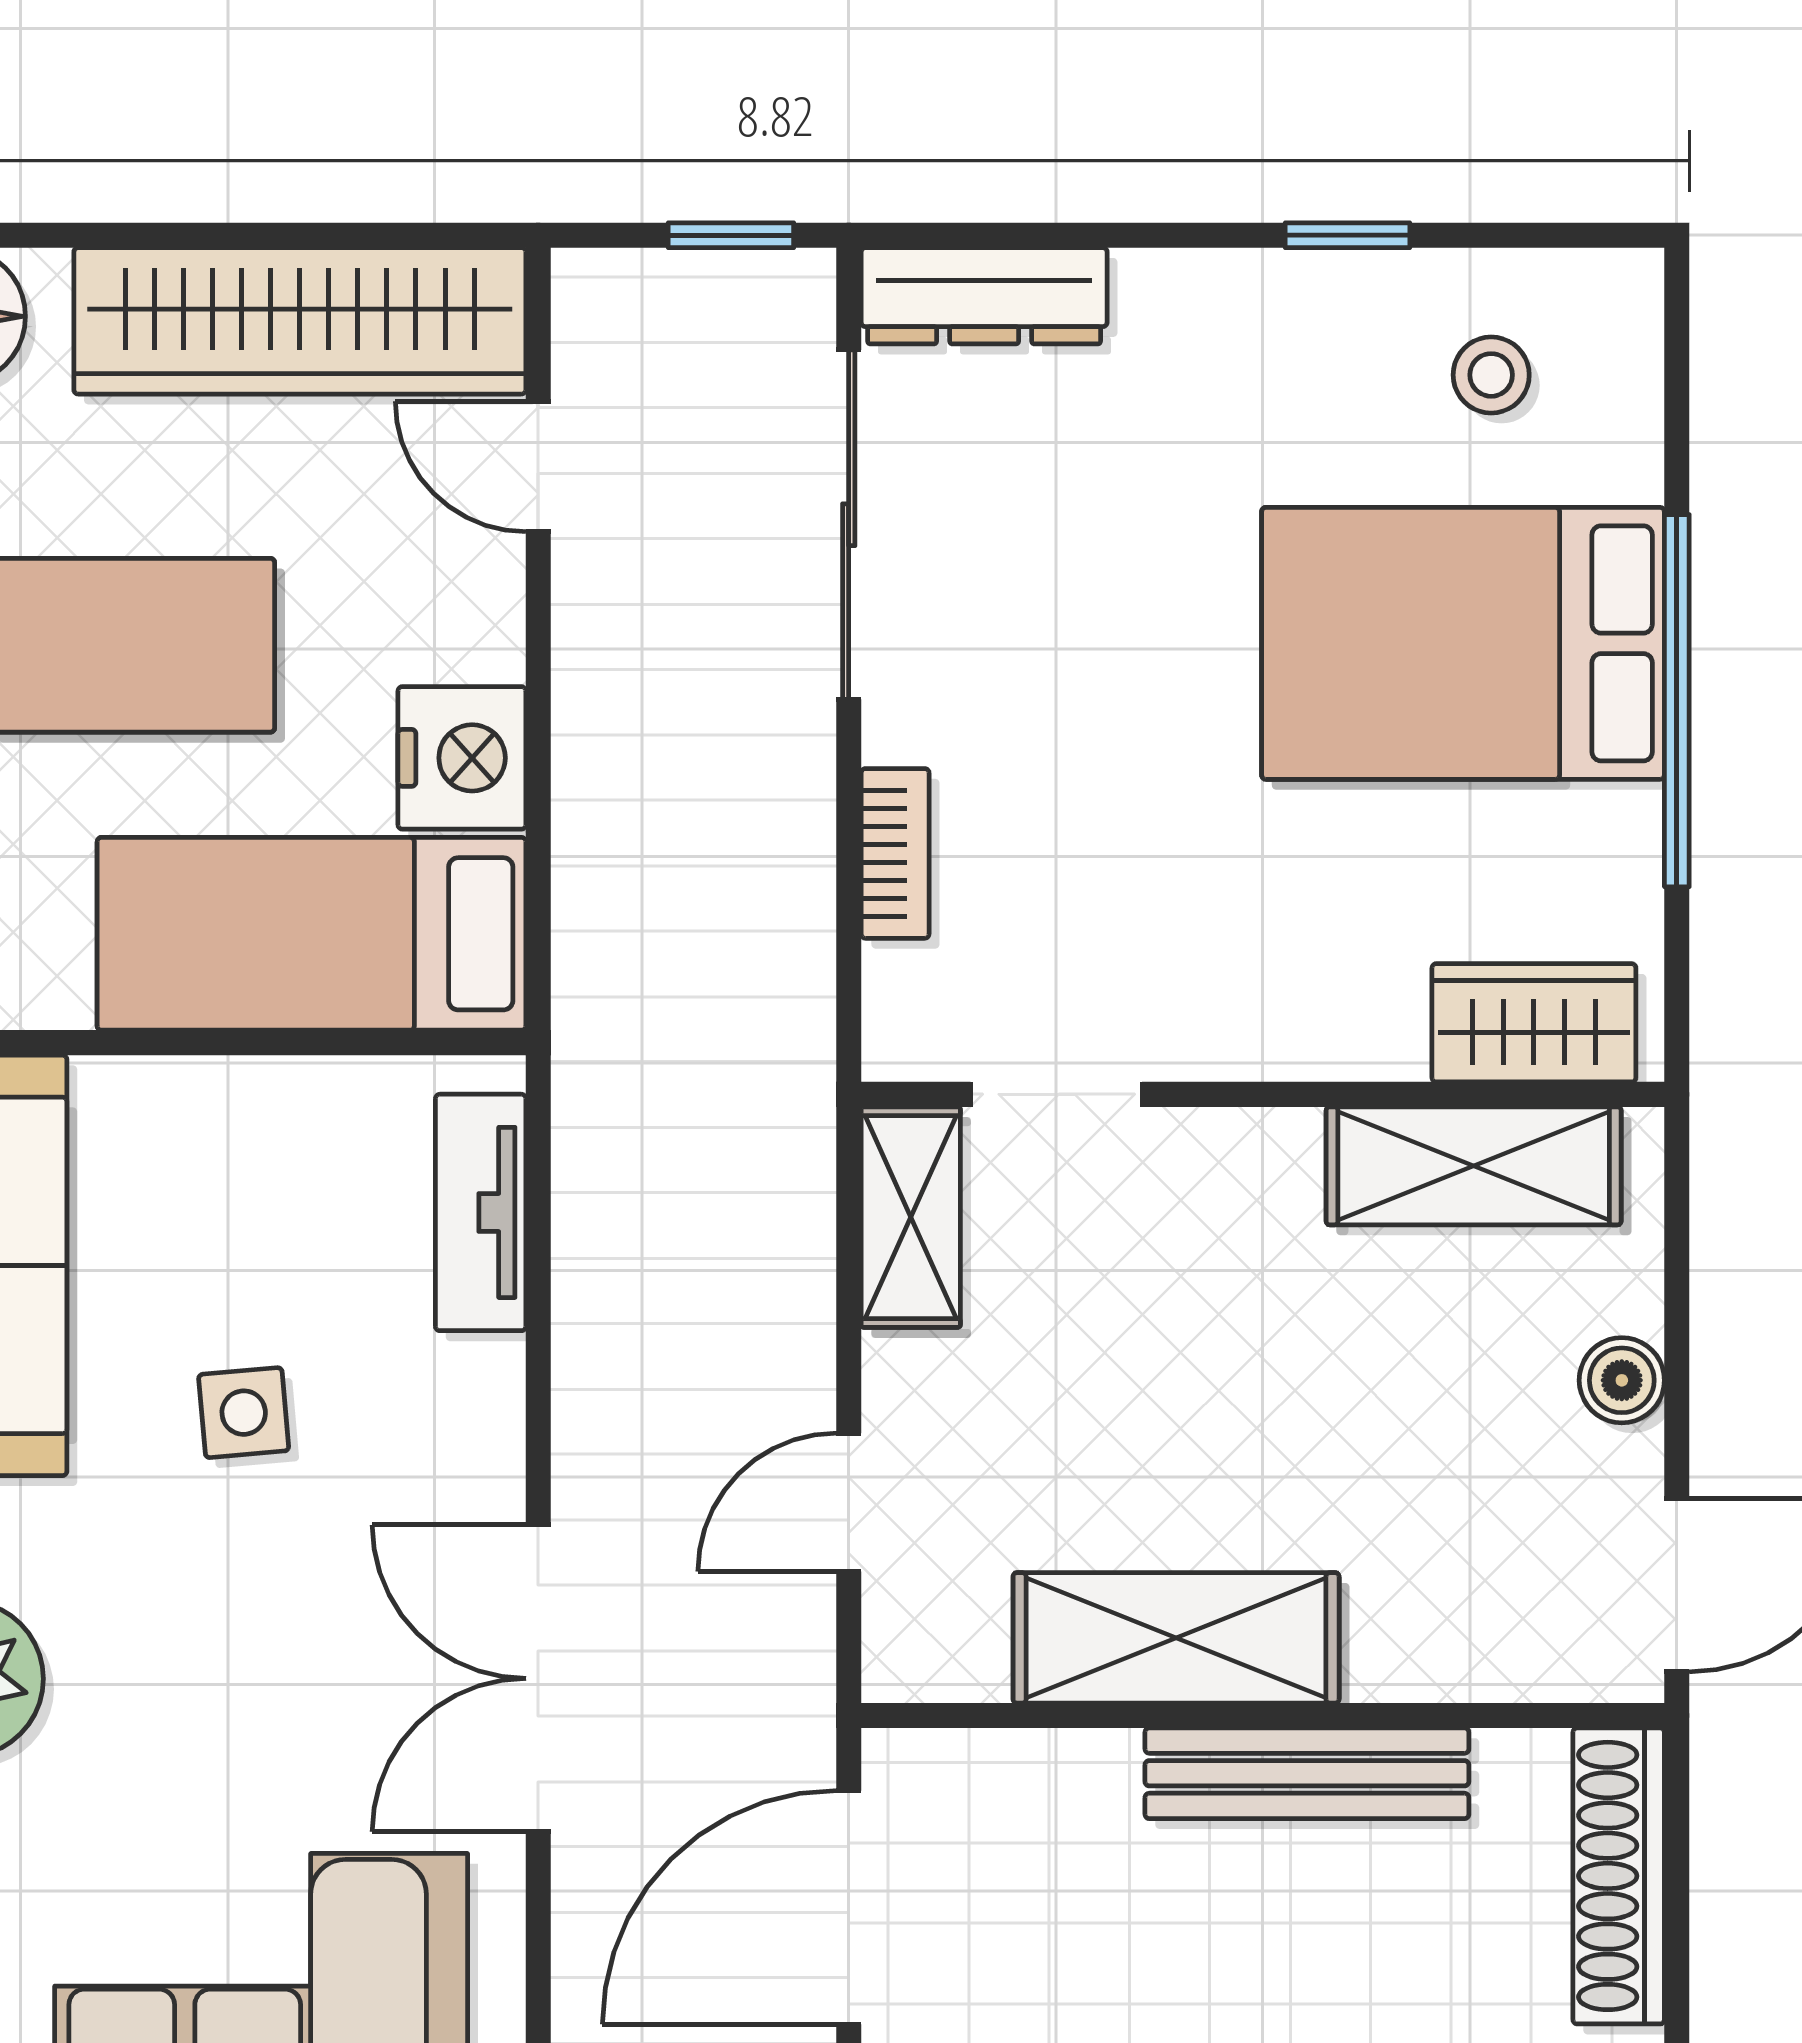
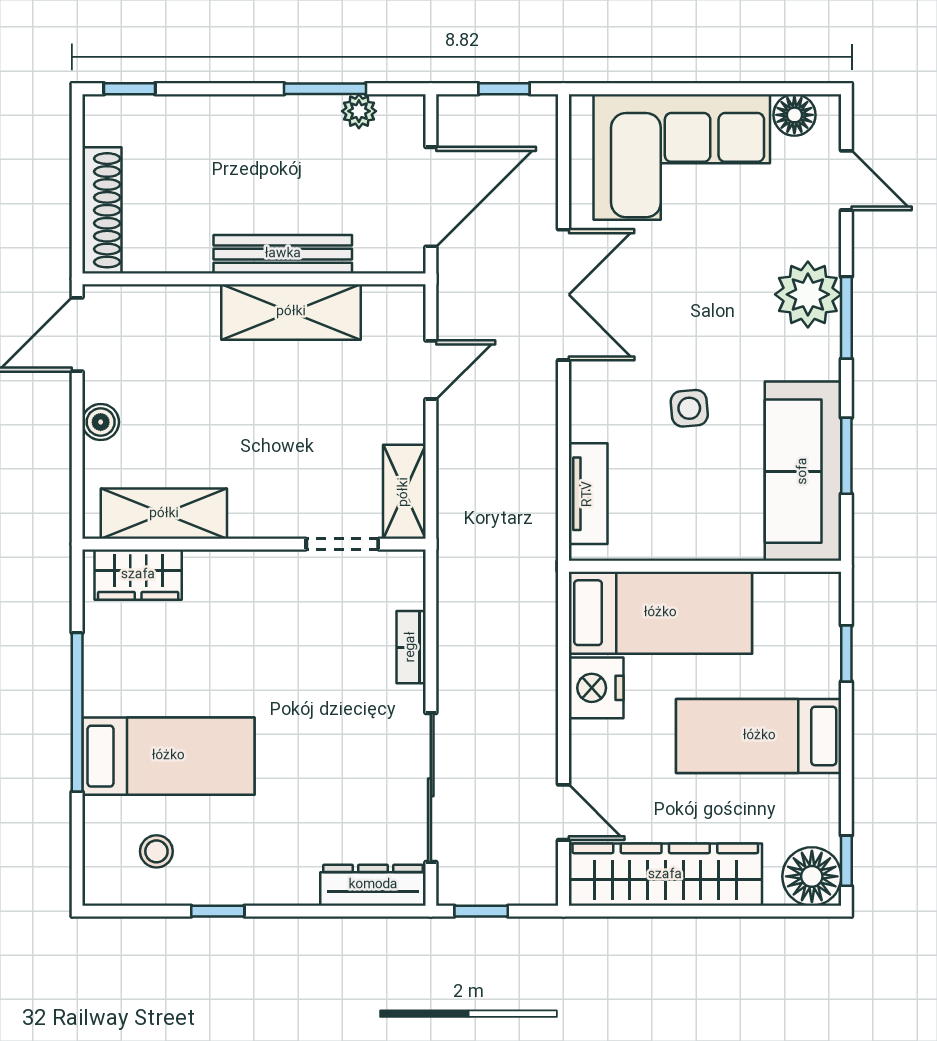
bed: (1463, 643) -> (168, 756), width x0.67
bench: (1307, 1773) -> (283, 254), moved

